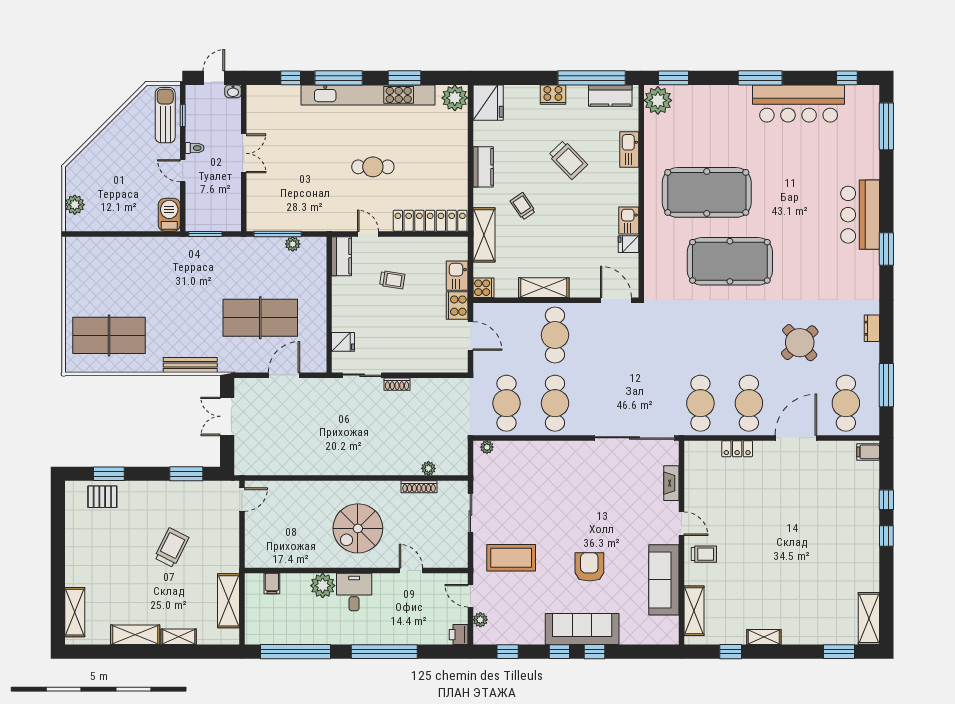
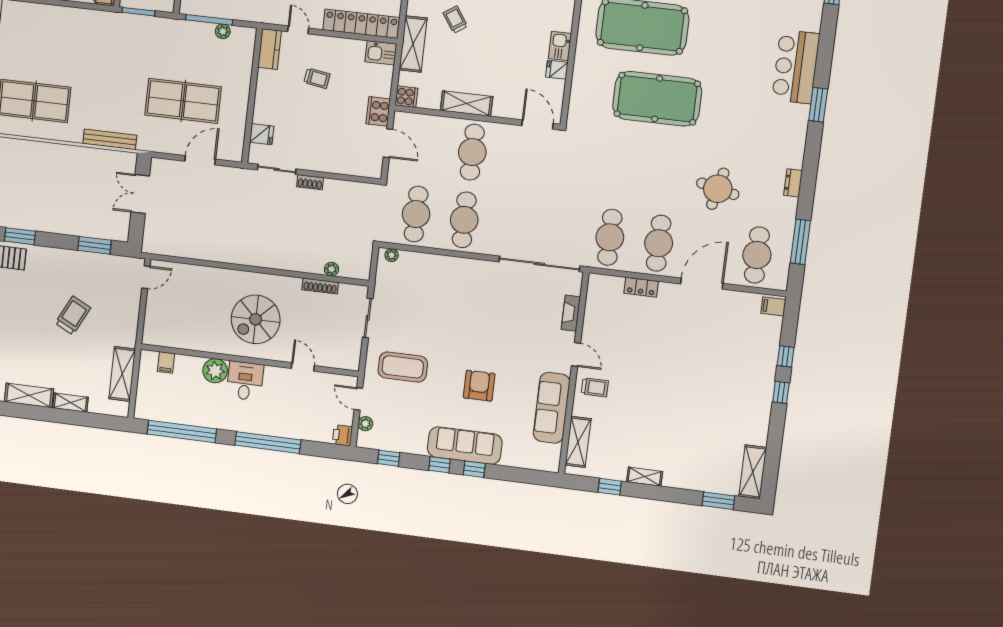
kitchen sink: (457, 276) -> (381, 53), moved, turned -90
round table: (800, 343) -> (718, 189), turned -35

